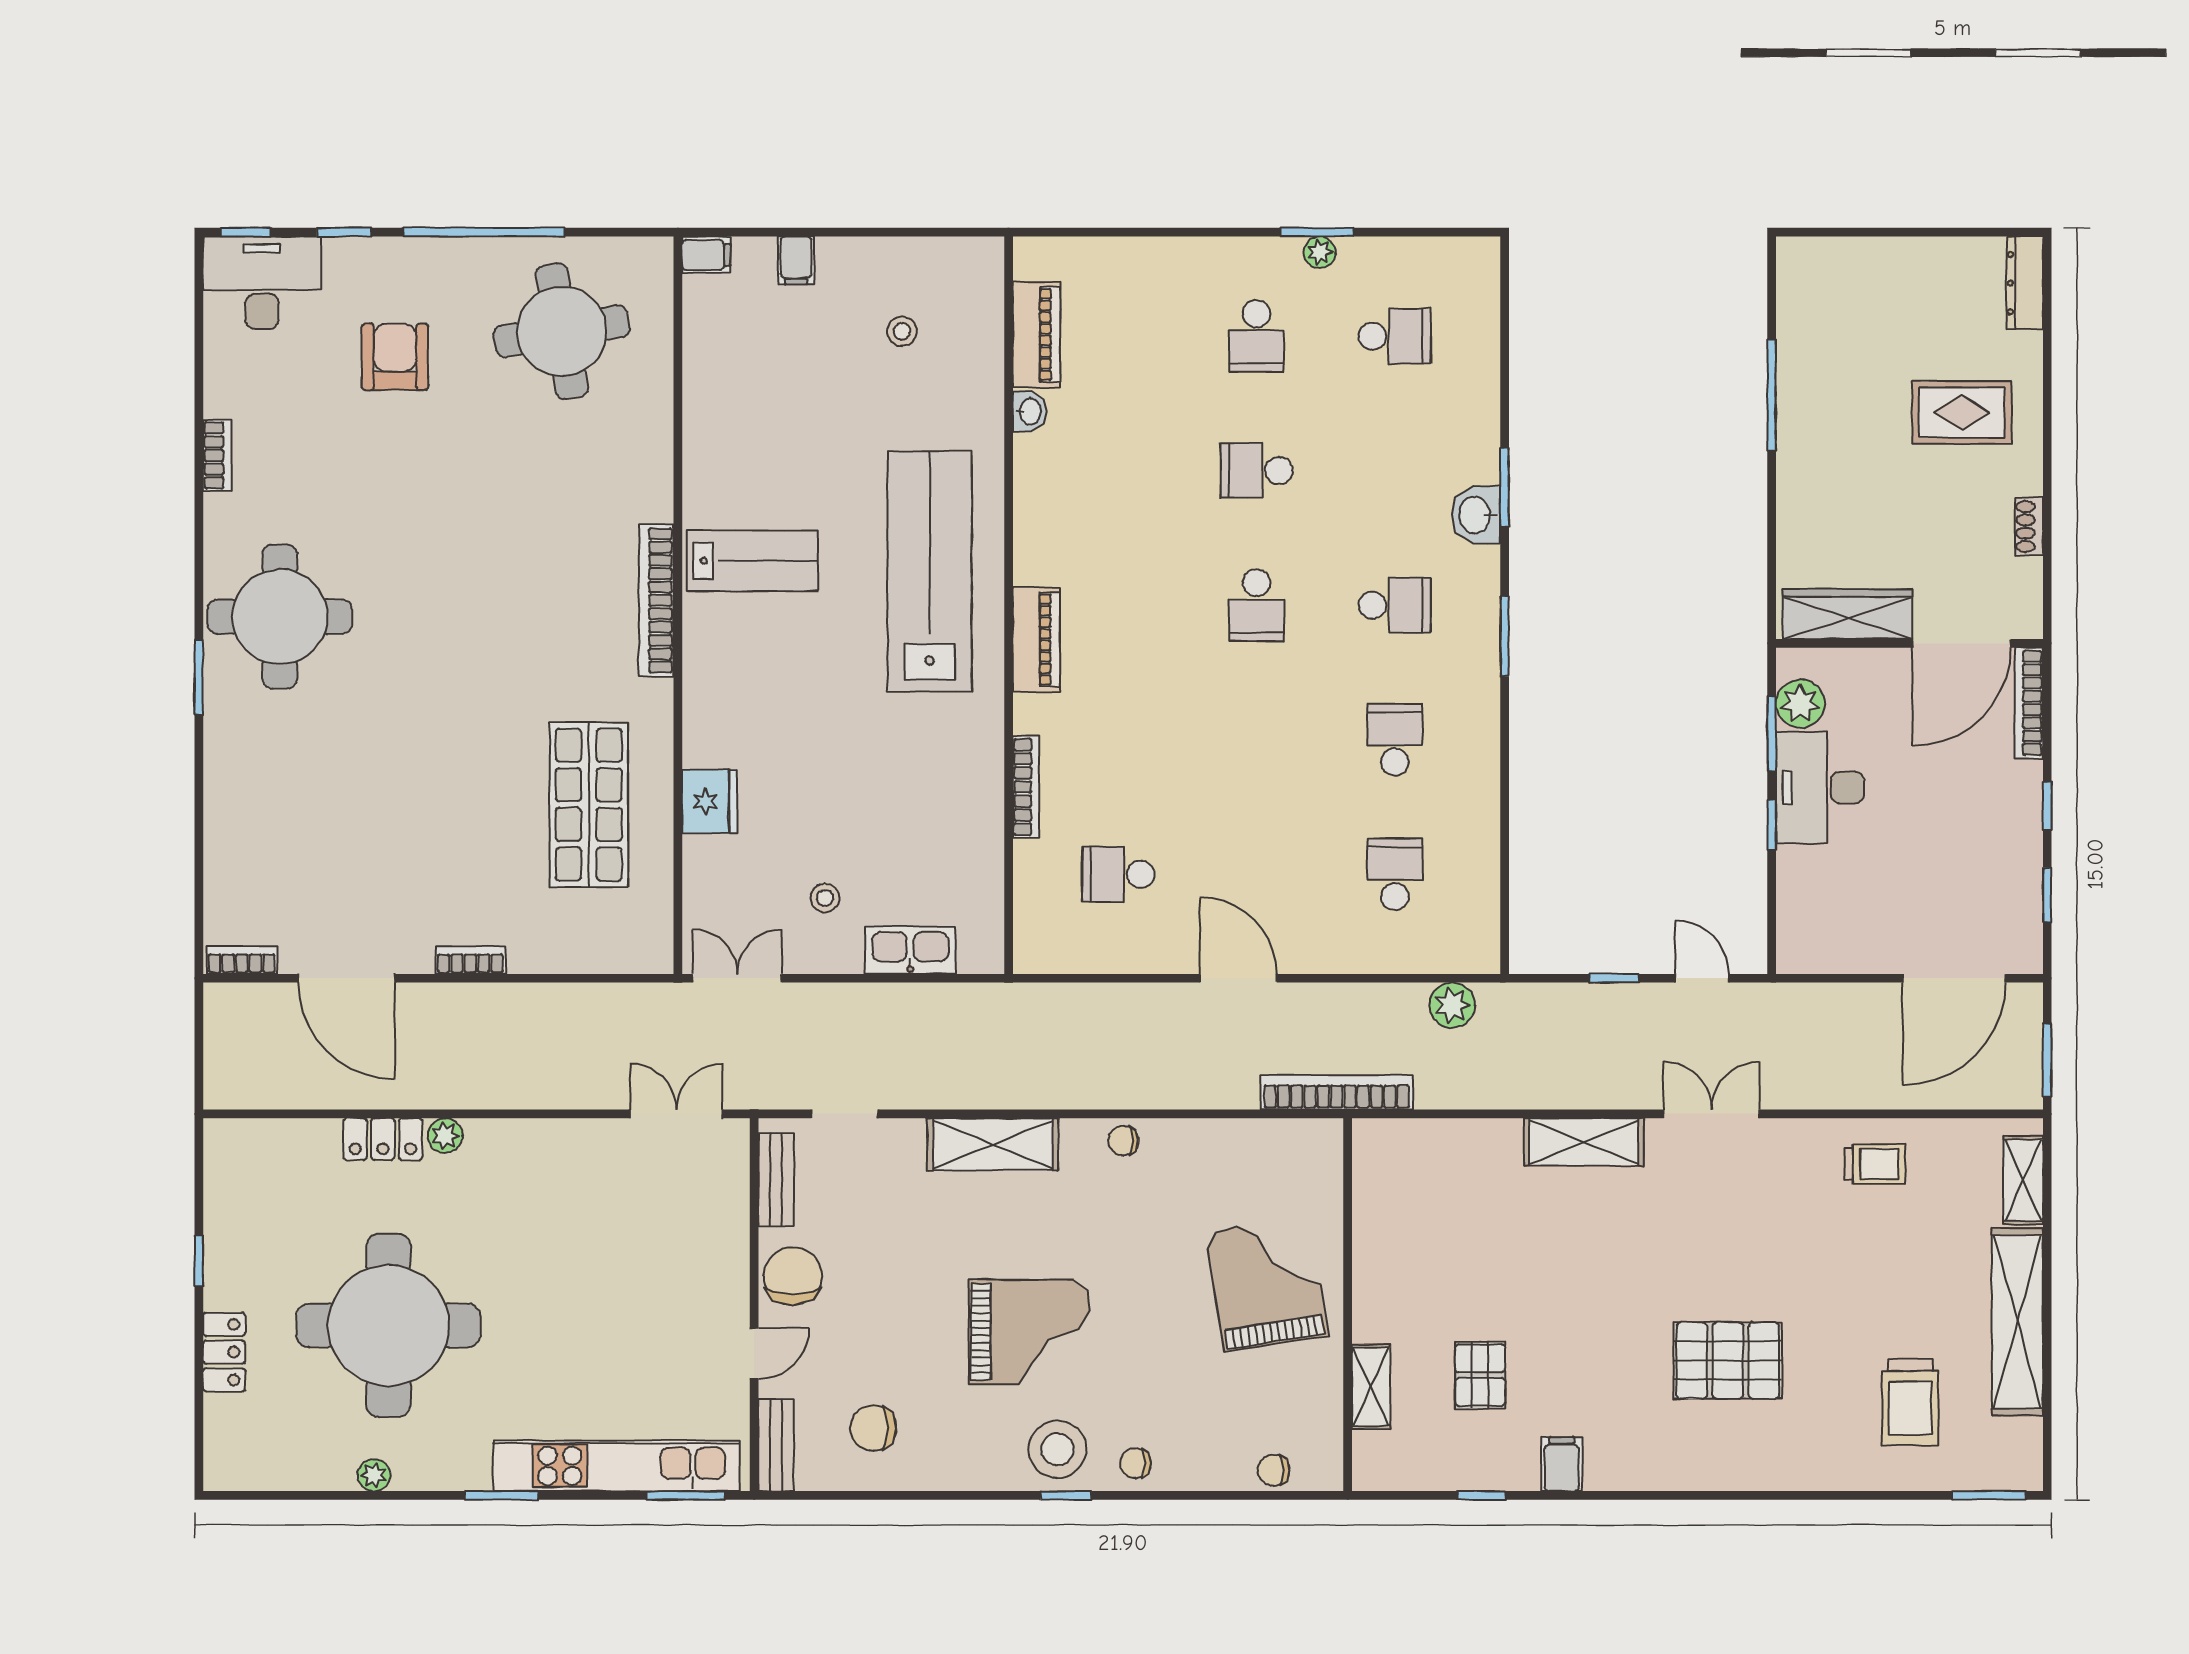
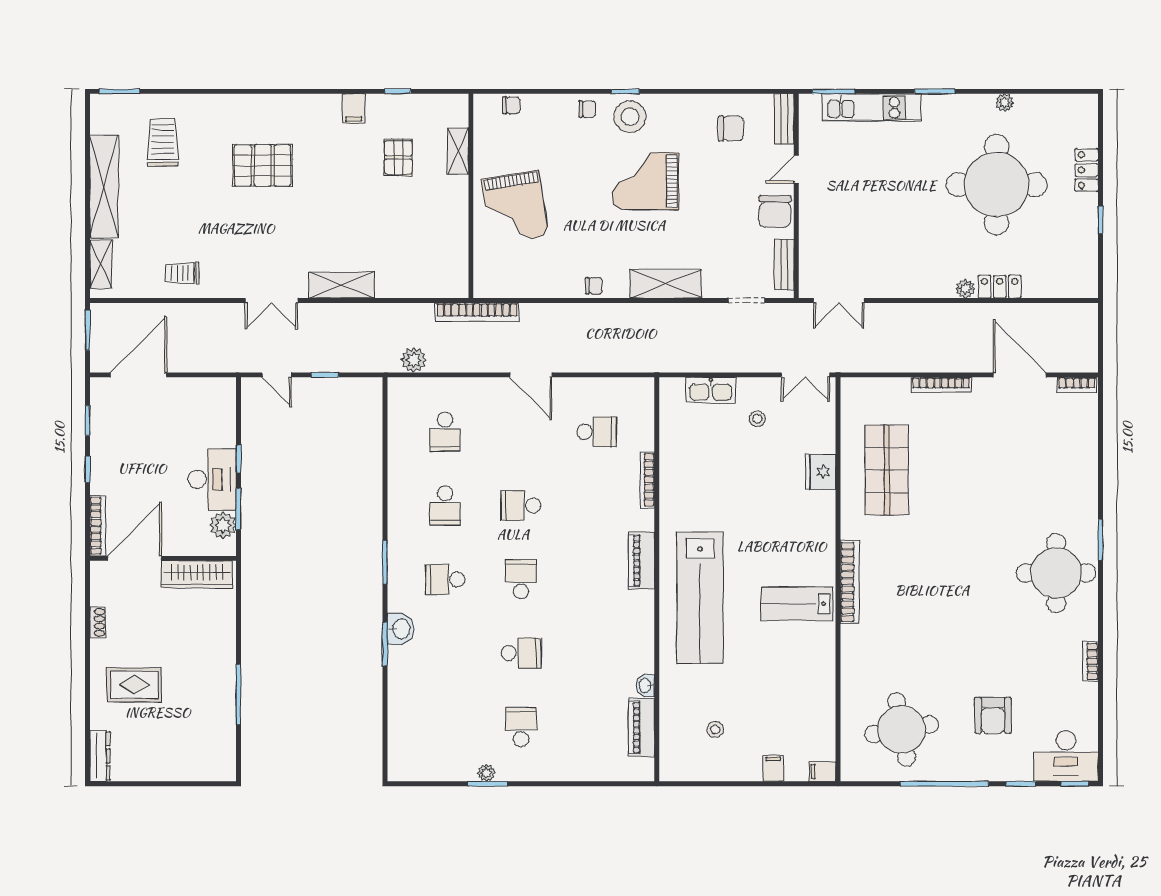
school desk: (1395, 336) -> (521, 506), moved
bookcase: (470, 960) -> (941, 385), width x1.56
kitchen unit: (616, 1466) -> (872, 108), width x0.73

